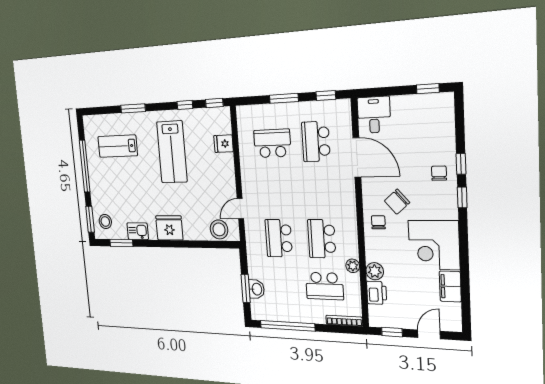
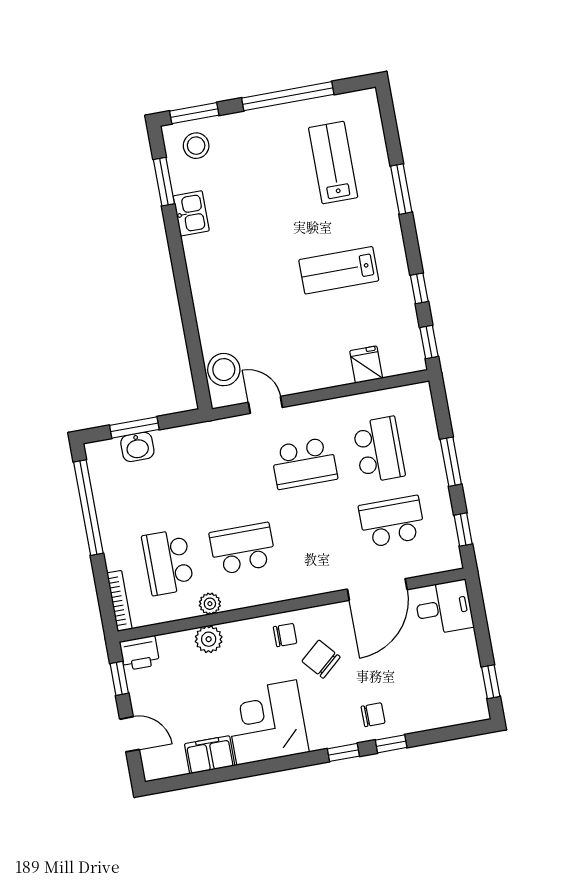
lab bench: (172, 152) -> (339, 270), width x0.73, depth x0.72
fridge: (169, 228) -> (209, 276), removed
school desk: (279, 238) -> (304, 463), moved, turned 180
printer: (377, 293) -> (140, 653), moved

